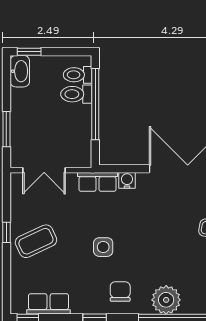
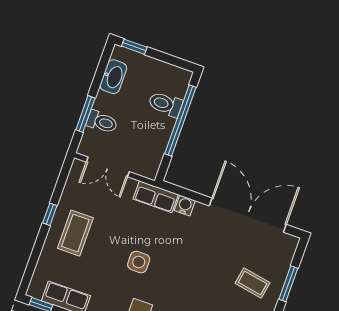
washbasin: (20, 71) -> (113, 77), moved
toilet: (78, 75) -> (102, 122), moved, turned 180
coffee table: (36, 241) -> (75, 233), turned -65

